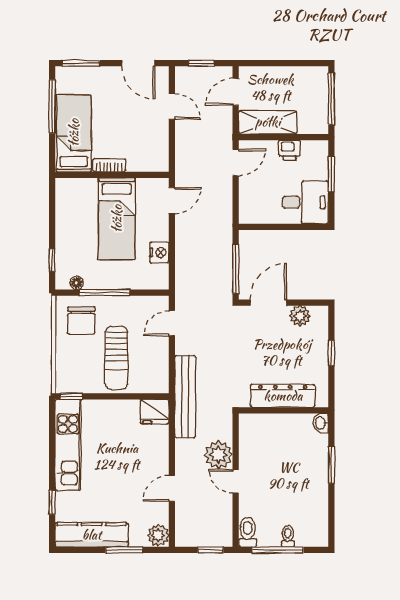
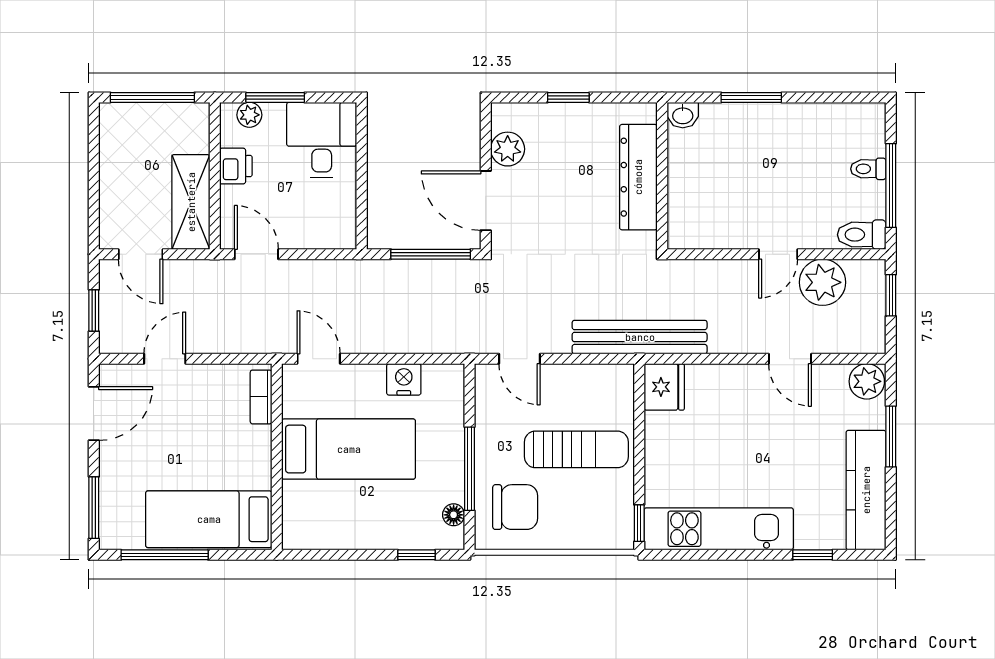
plant: (321, 158) -> (249, 115), added
bookcase: (109, 165) -> (261, 397), moved
plant: (219, 455) -> (822, 282), moved

